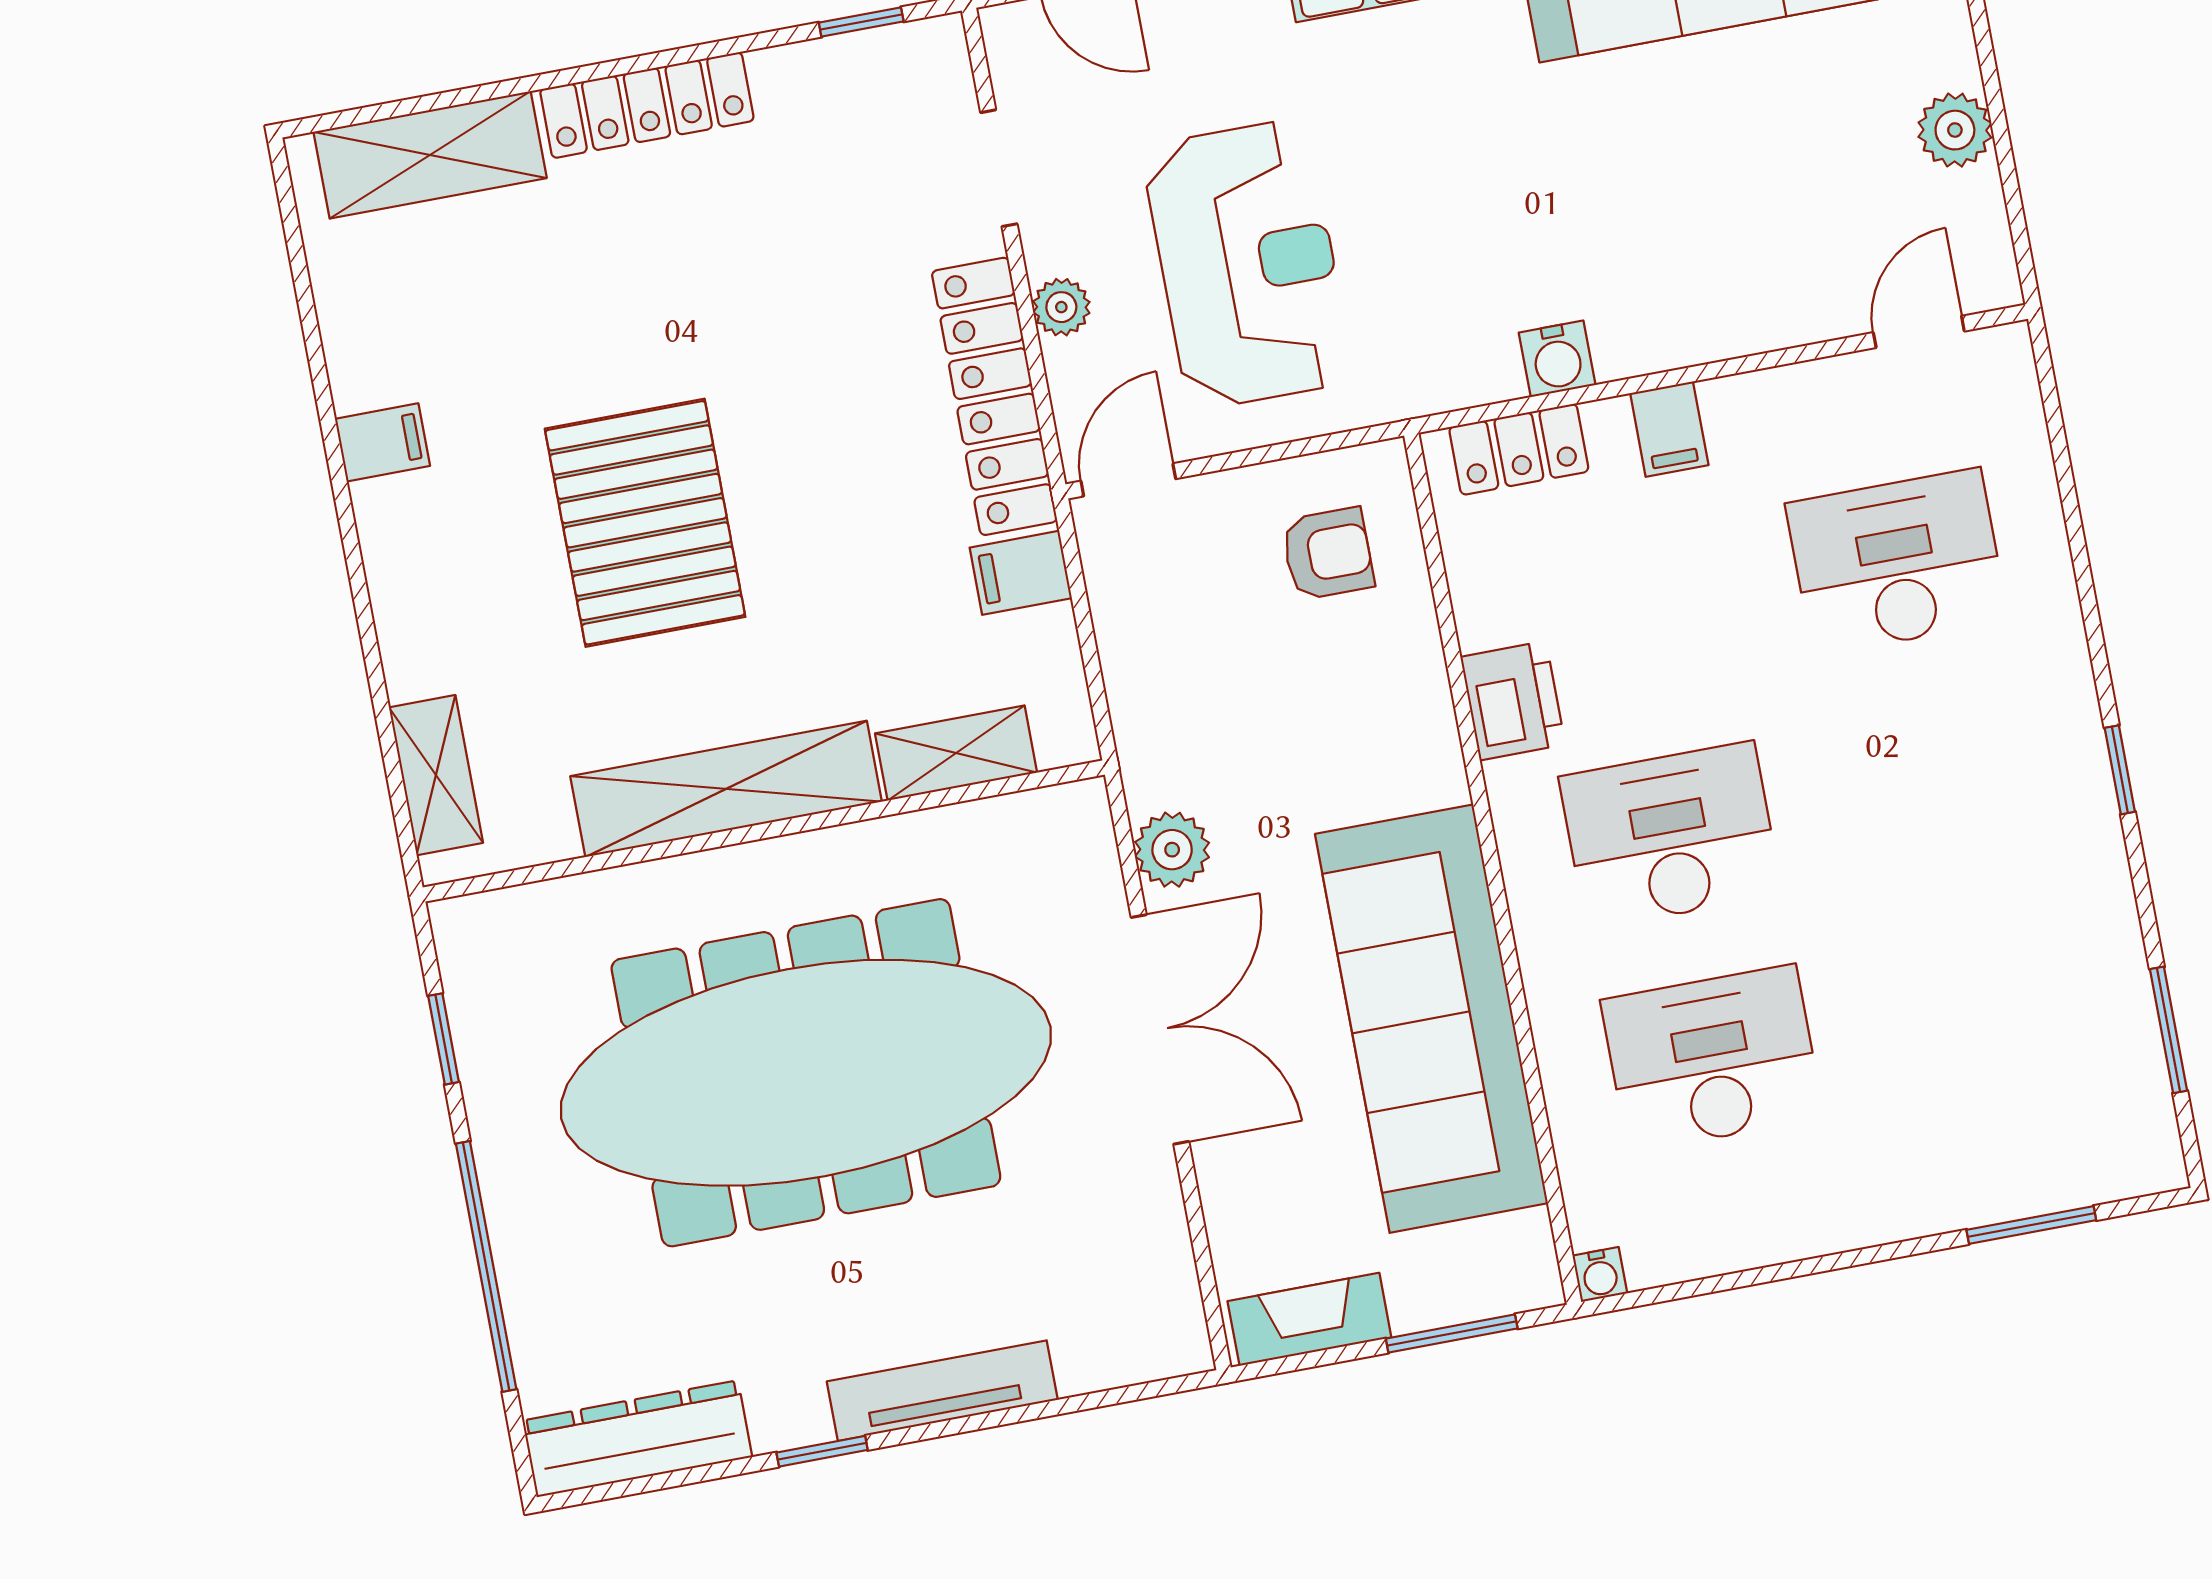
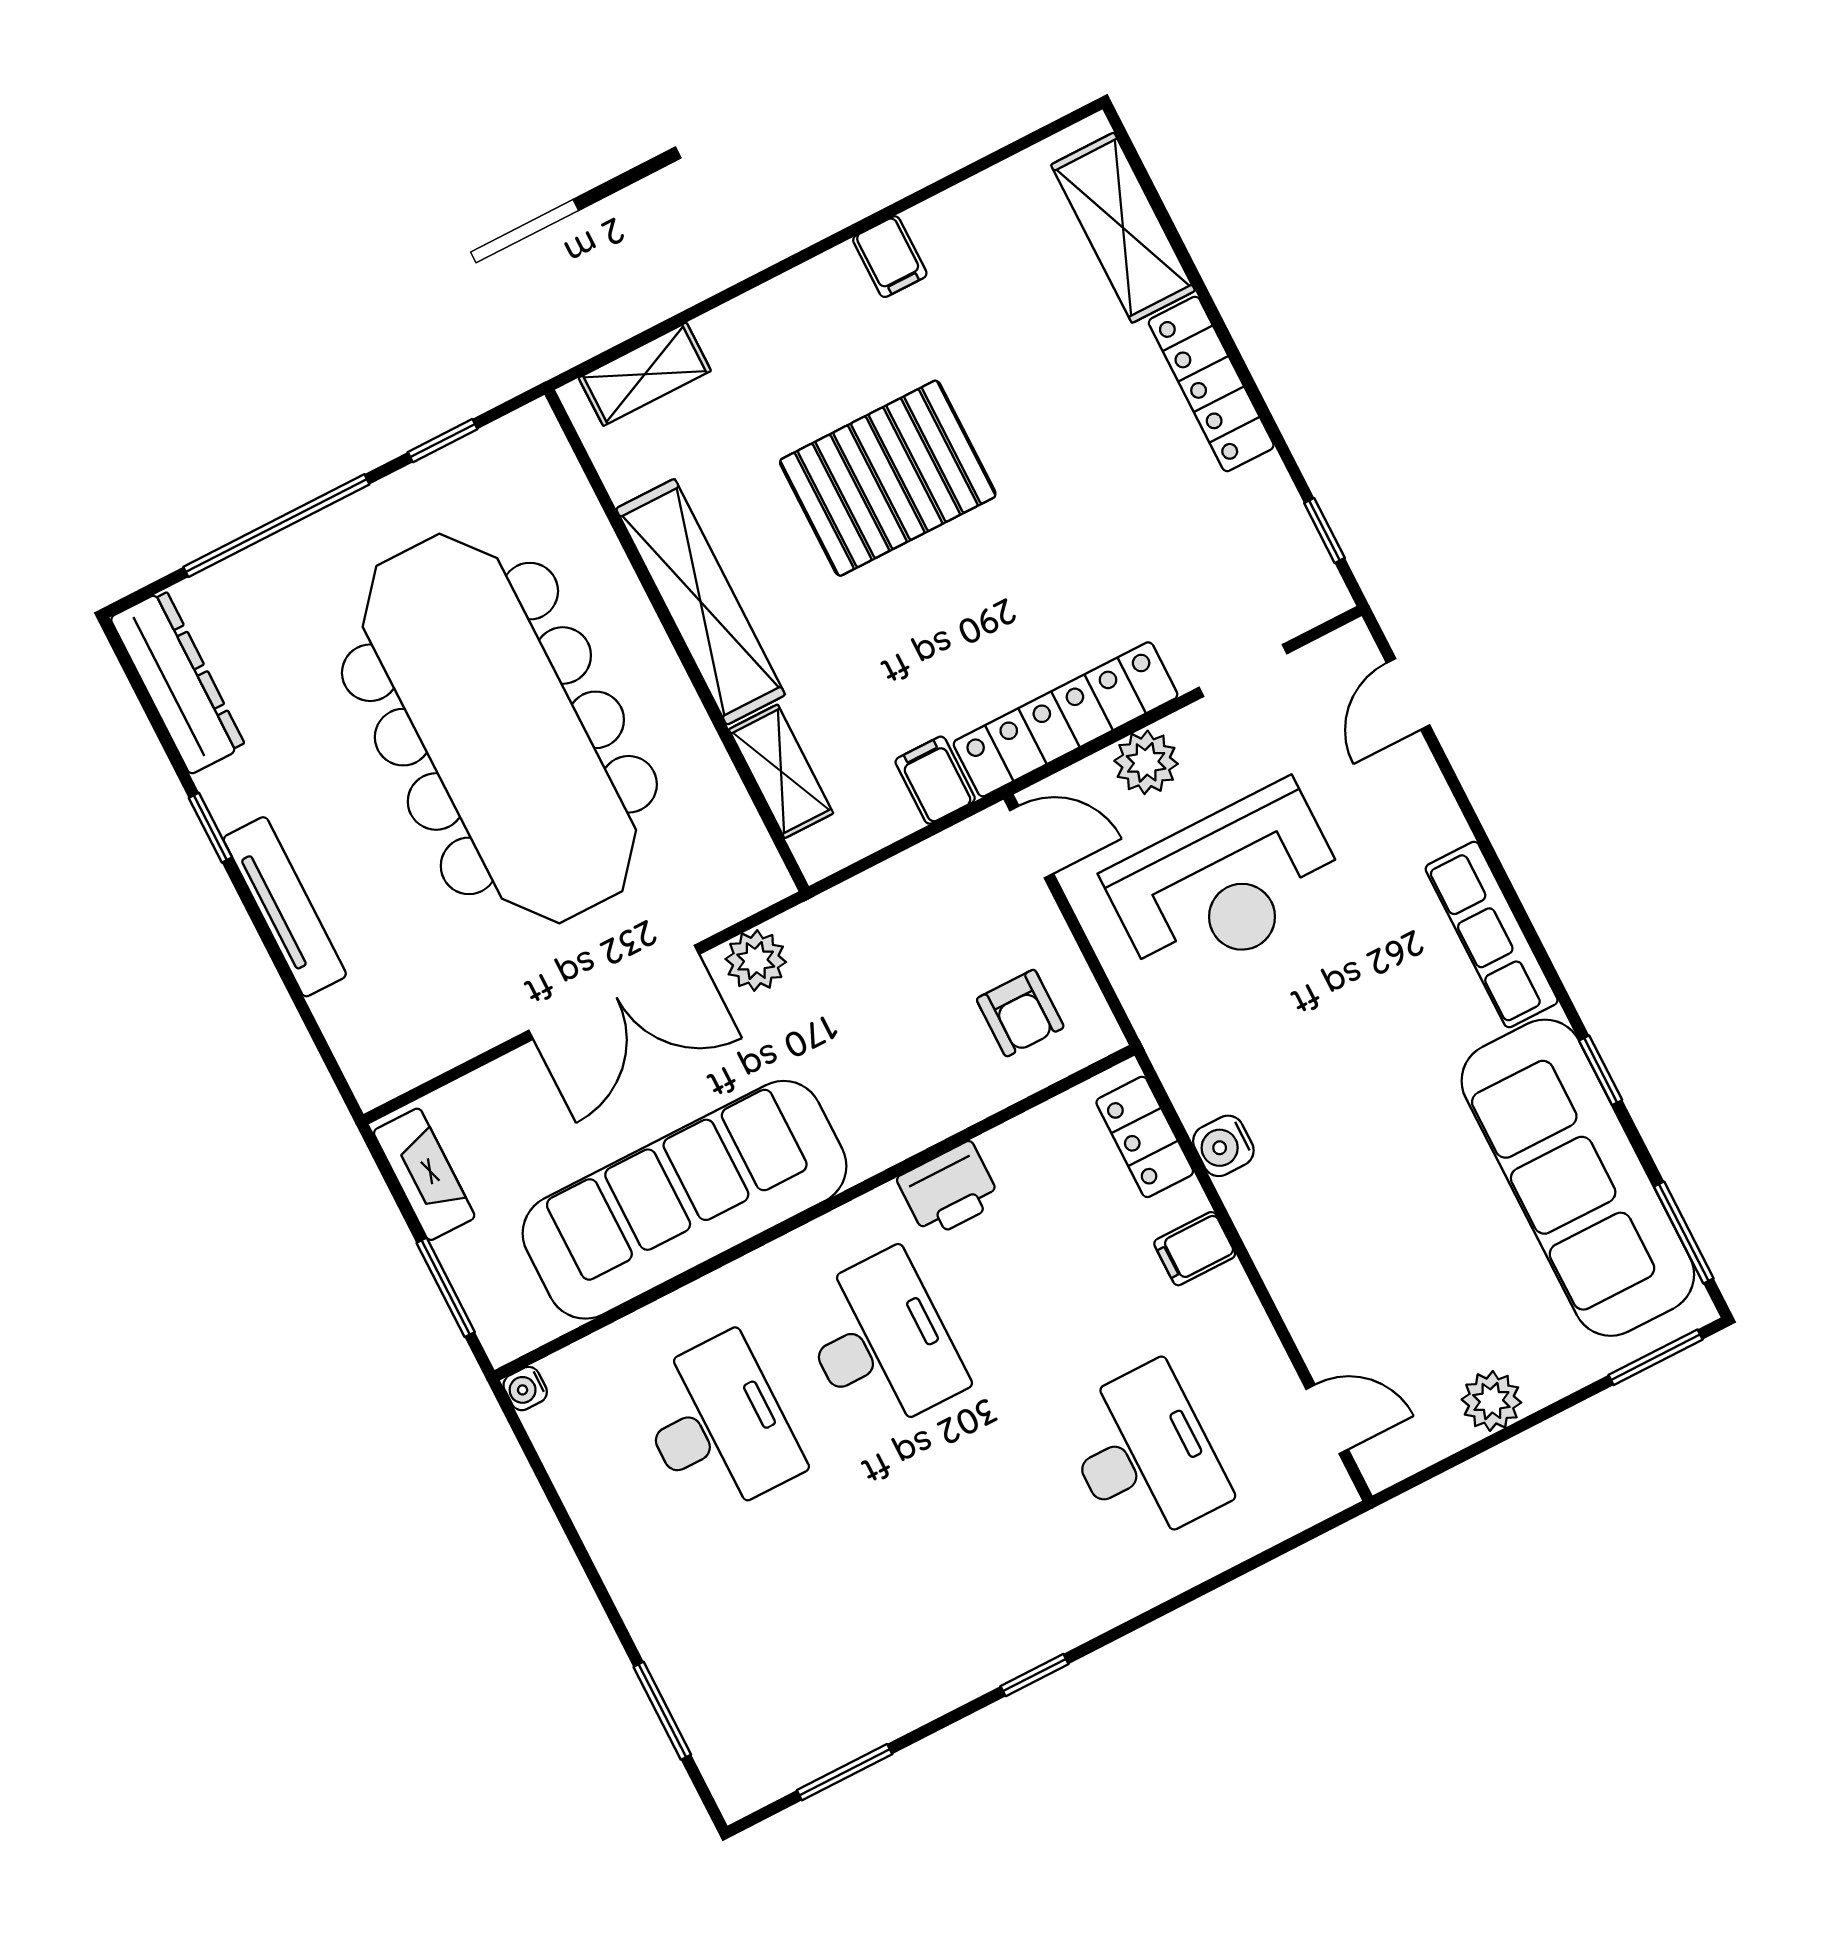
plant: (1061, 307) -> (1146, 762), width x1.38, depth x1.38

